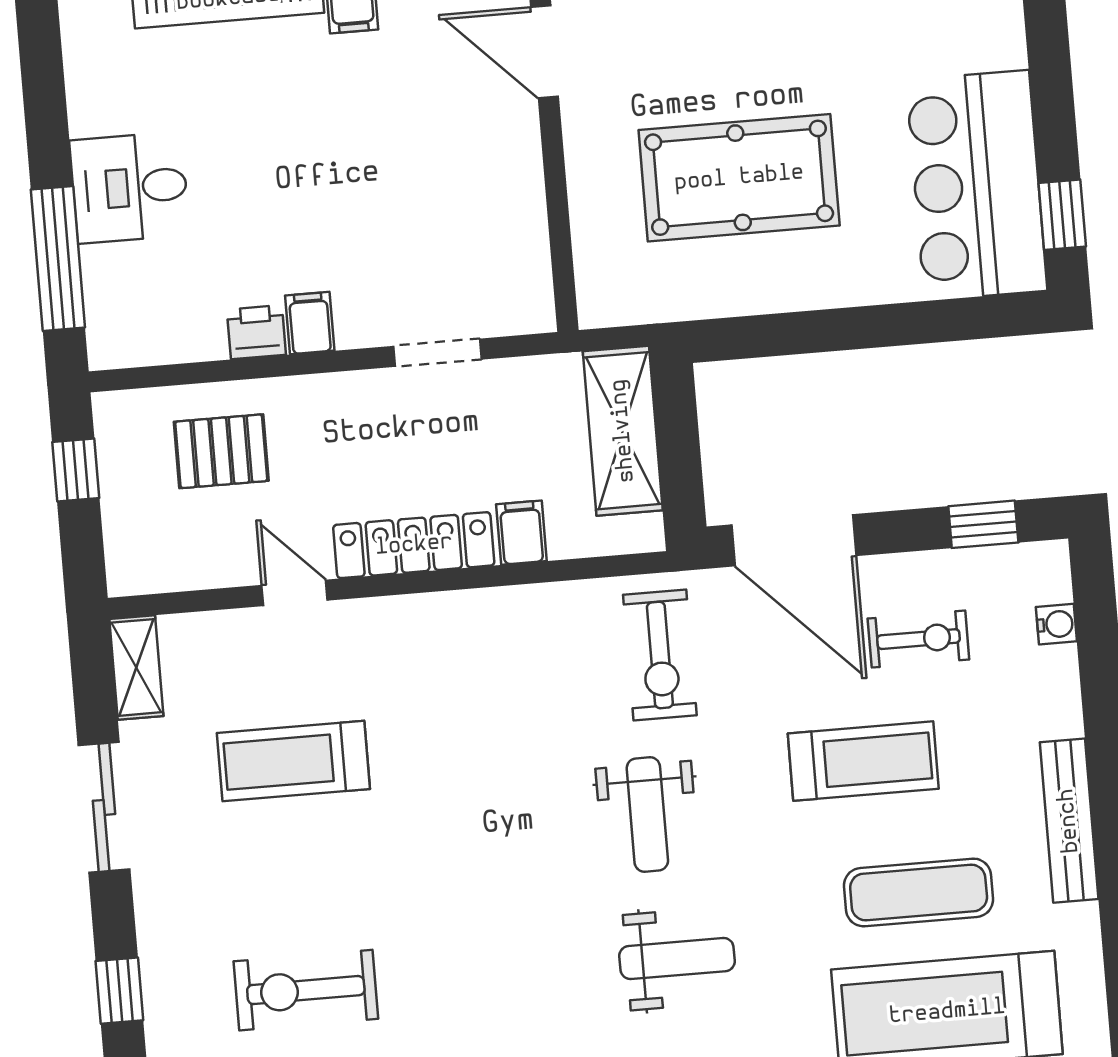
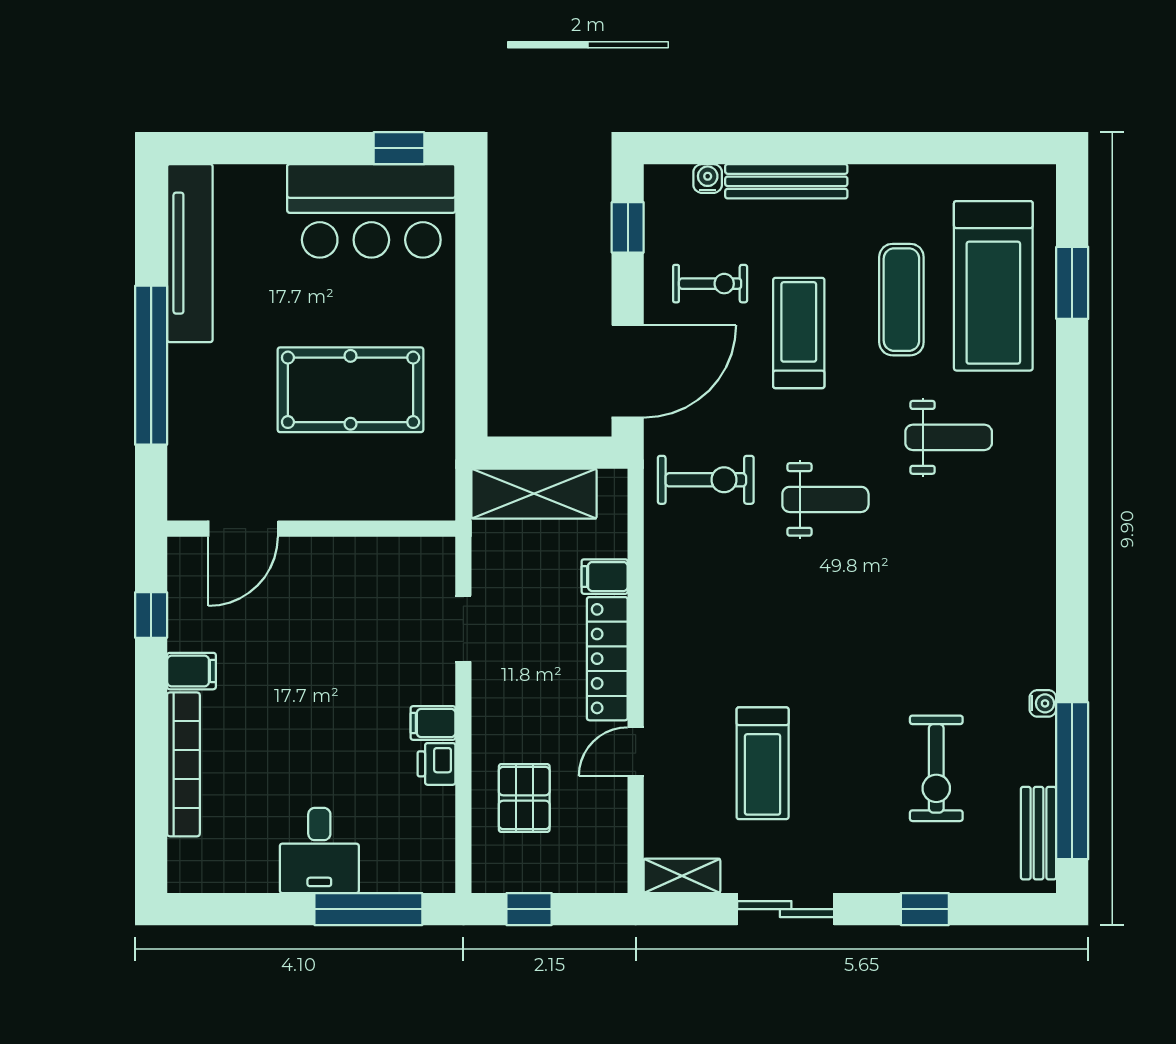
pool table: (739, 178) -> (351, 390), turned 90
exercise bike: (918, 639) -> (710, 284), turned 90
bench: (1069, 821) -> (786, 181), moved
weight bench: (677, 959) -> (949, 437), moved, turned 90

